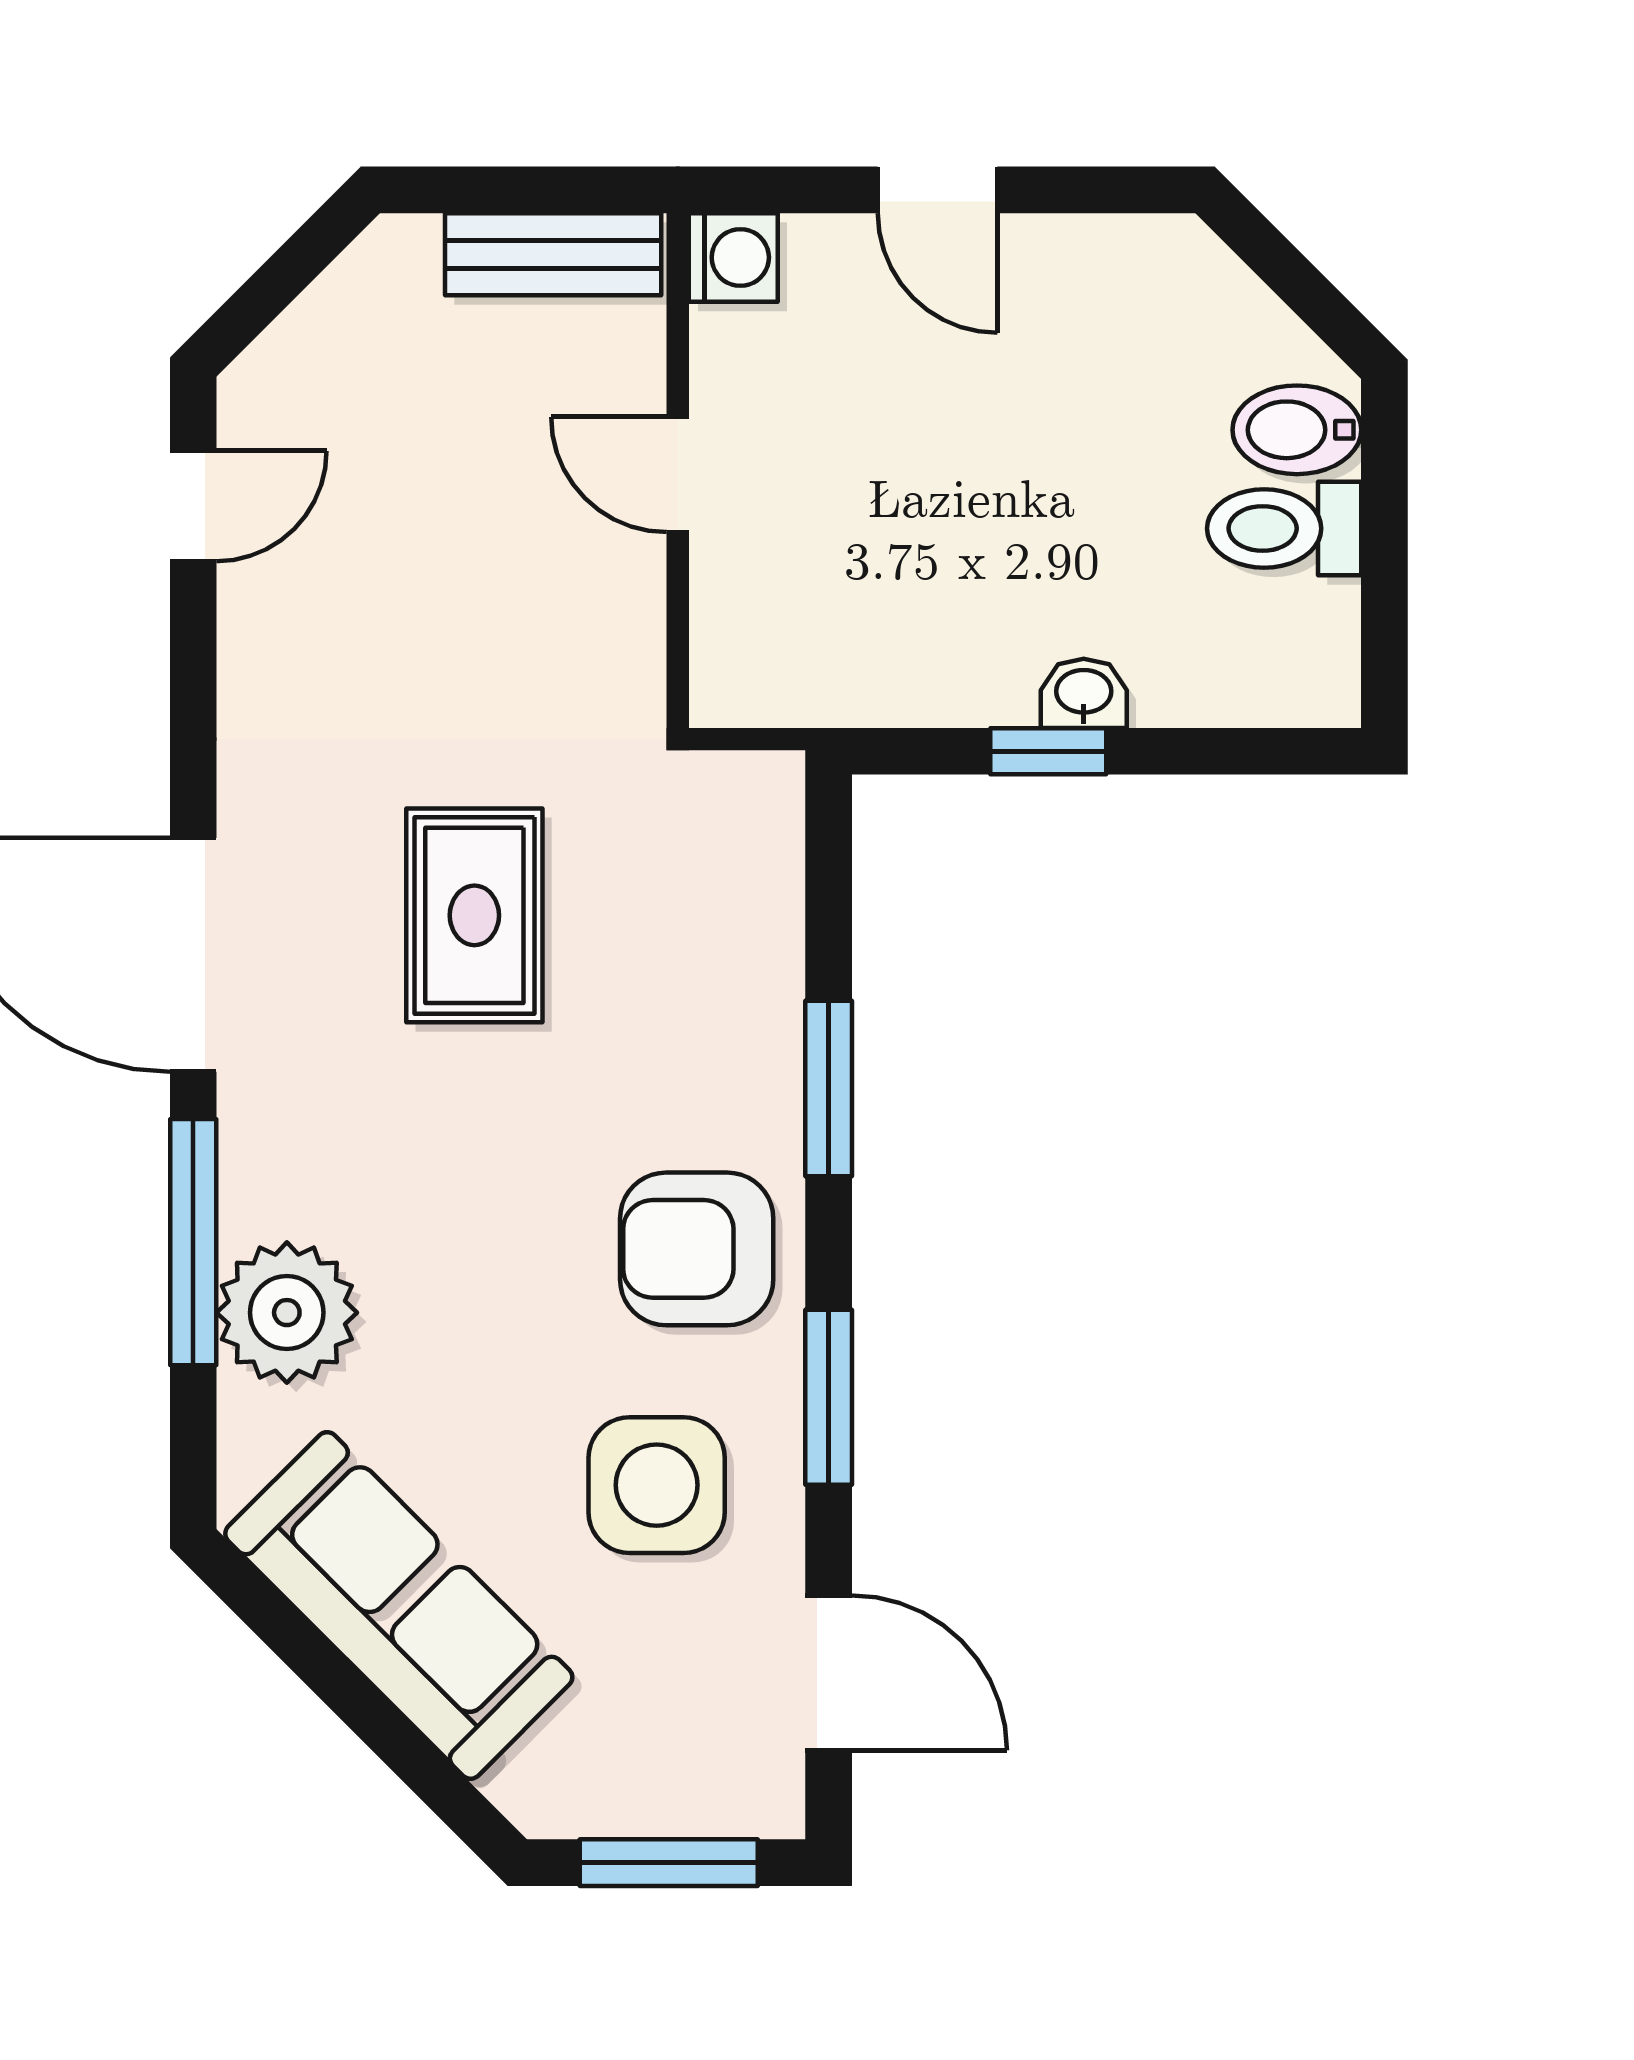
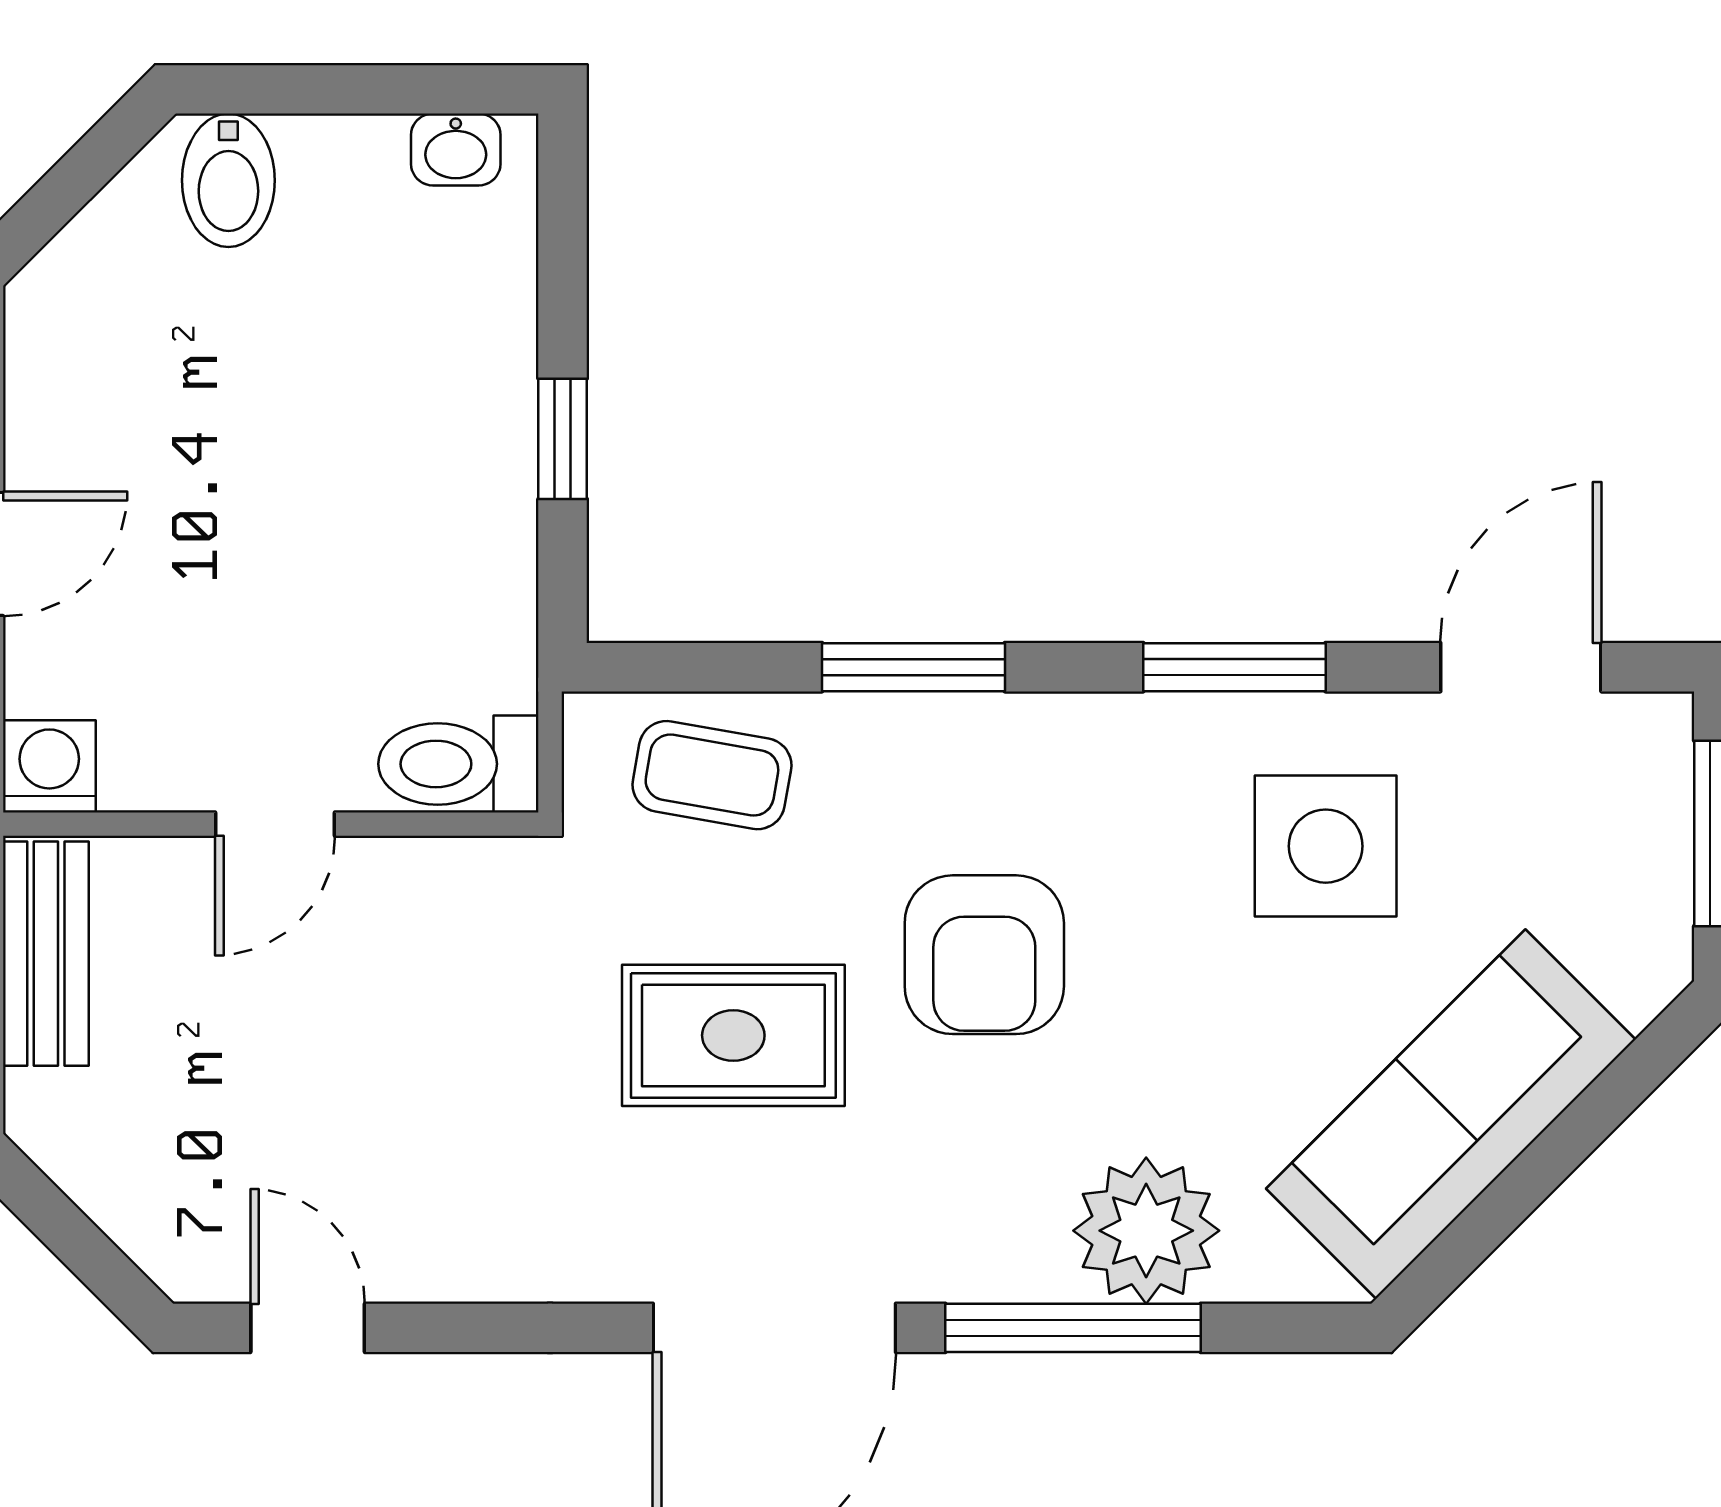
toilet: (1284, 528) -> (458, 764), moved, turned 90
washbasin: (1084, 693) -> (456, 149), moved, turned -90
coffee table: (725, 895) -> (712, 775), added
armchair: (697, 1249) -> (984, 955), moved

